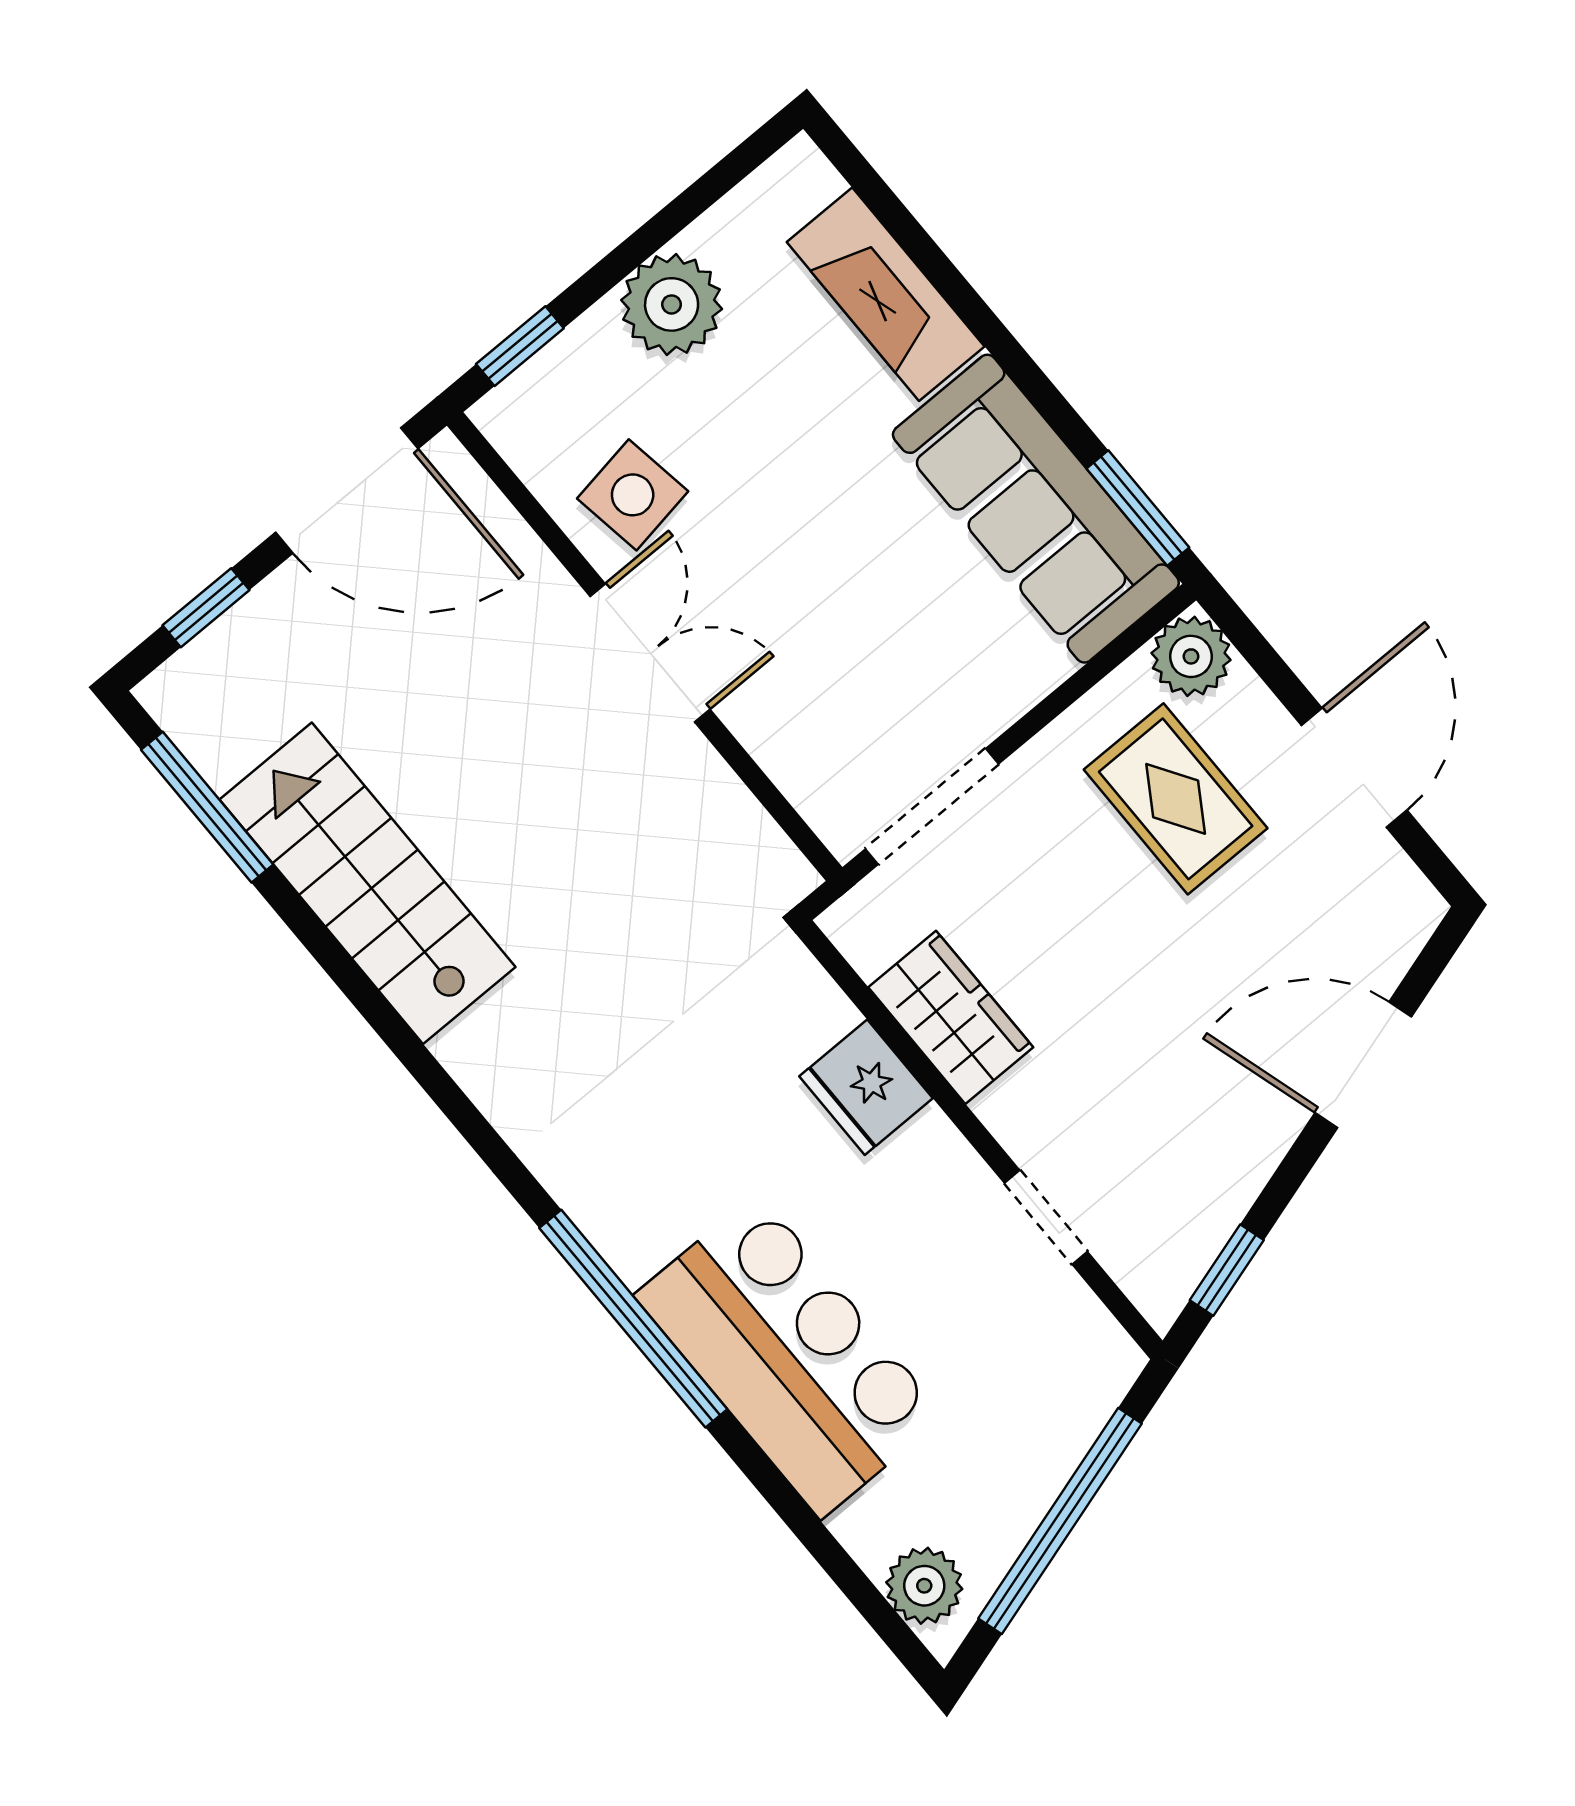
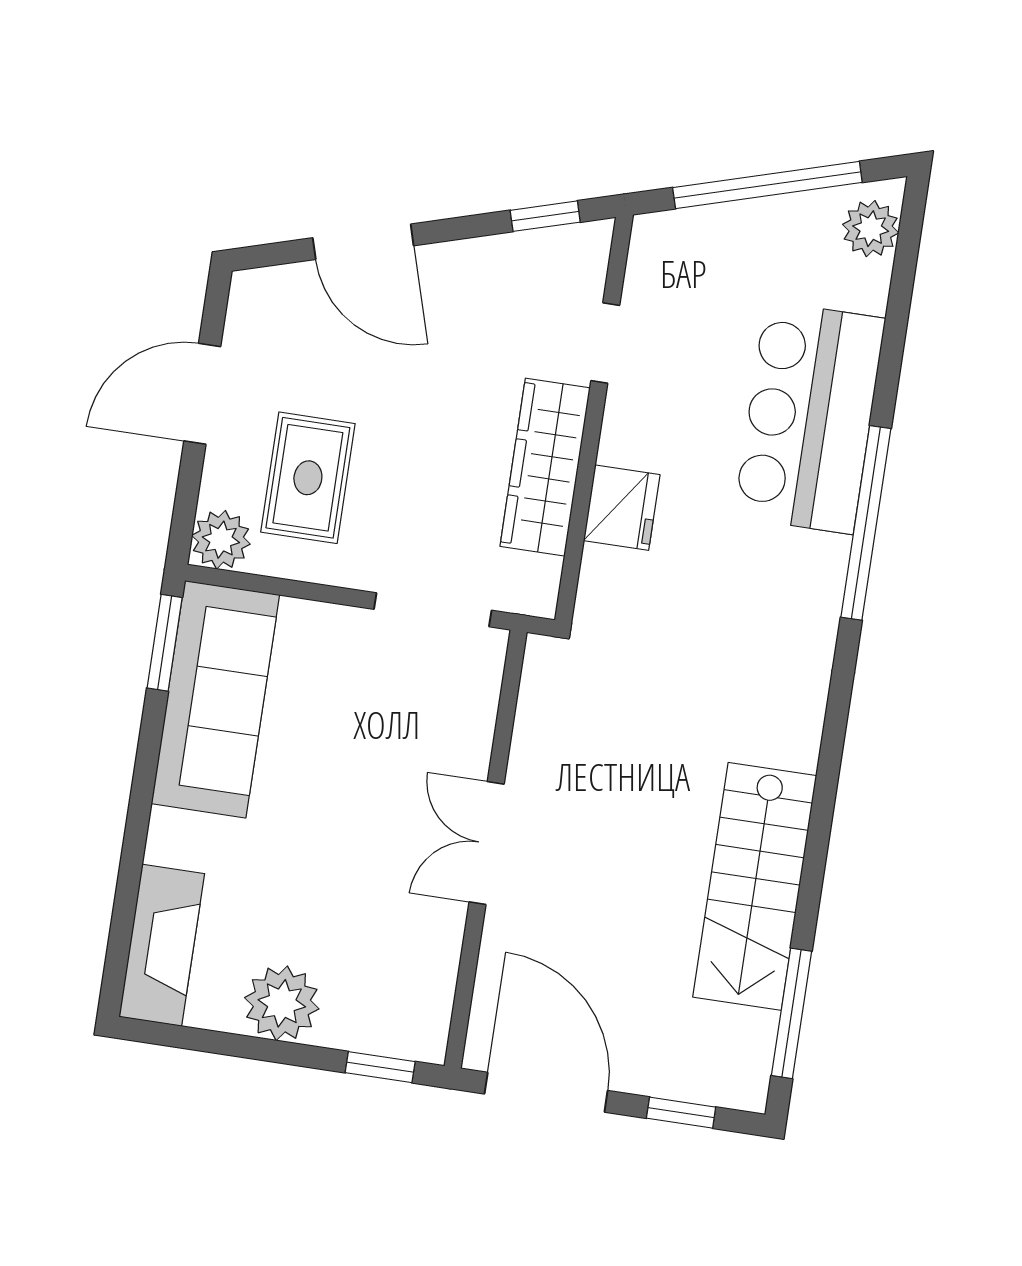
fireplace: (886, 294) -> (162, 945), moved
side table: (633, 495) -> (407, 931), removed
wardrobe: (951, 1017) -> (545, 467), width x1.50

